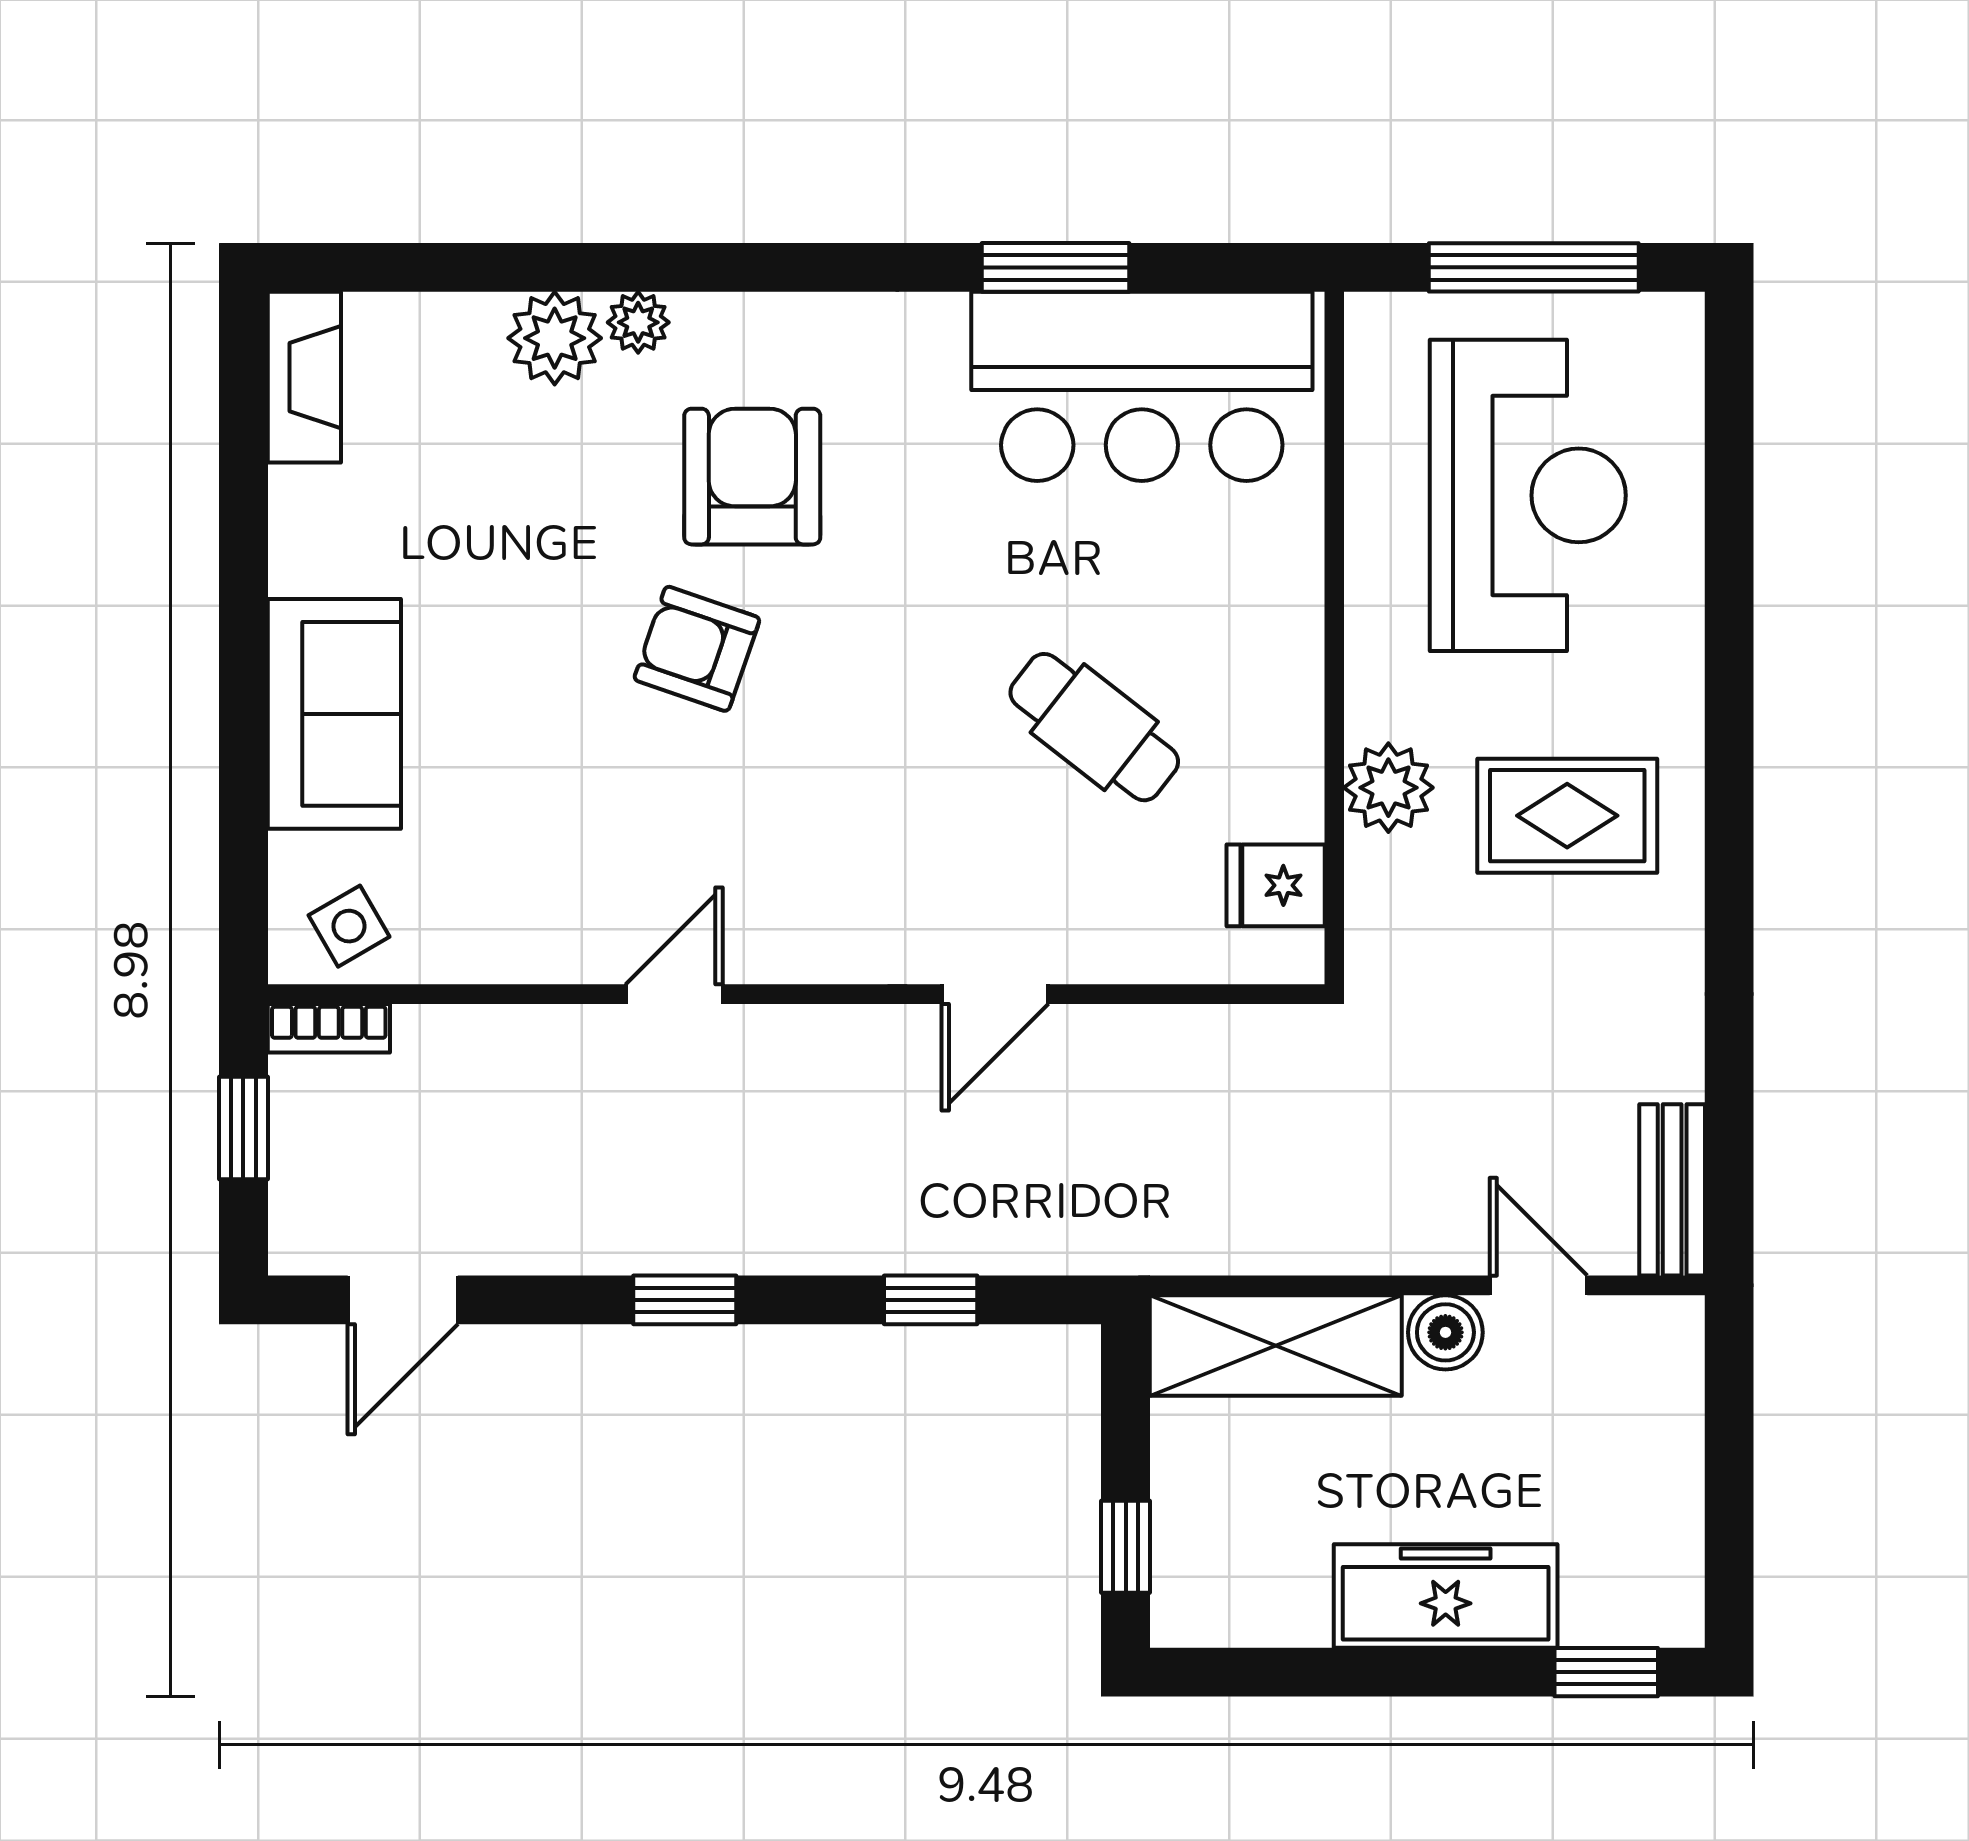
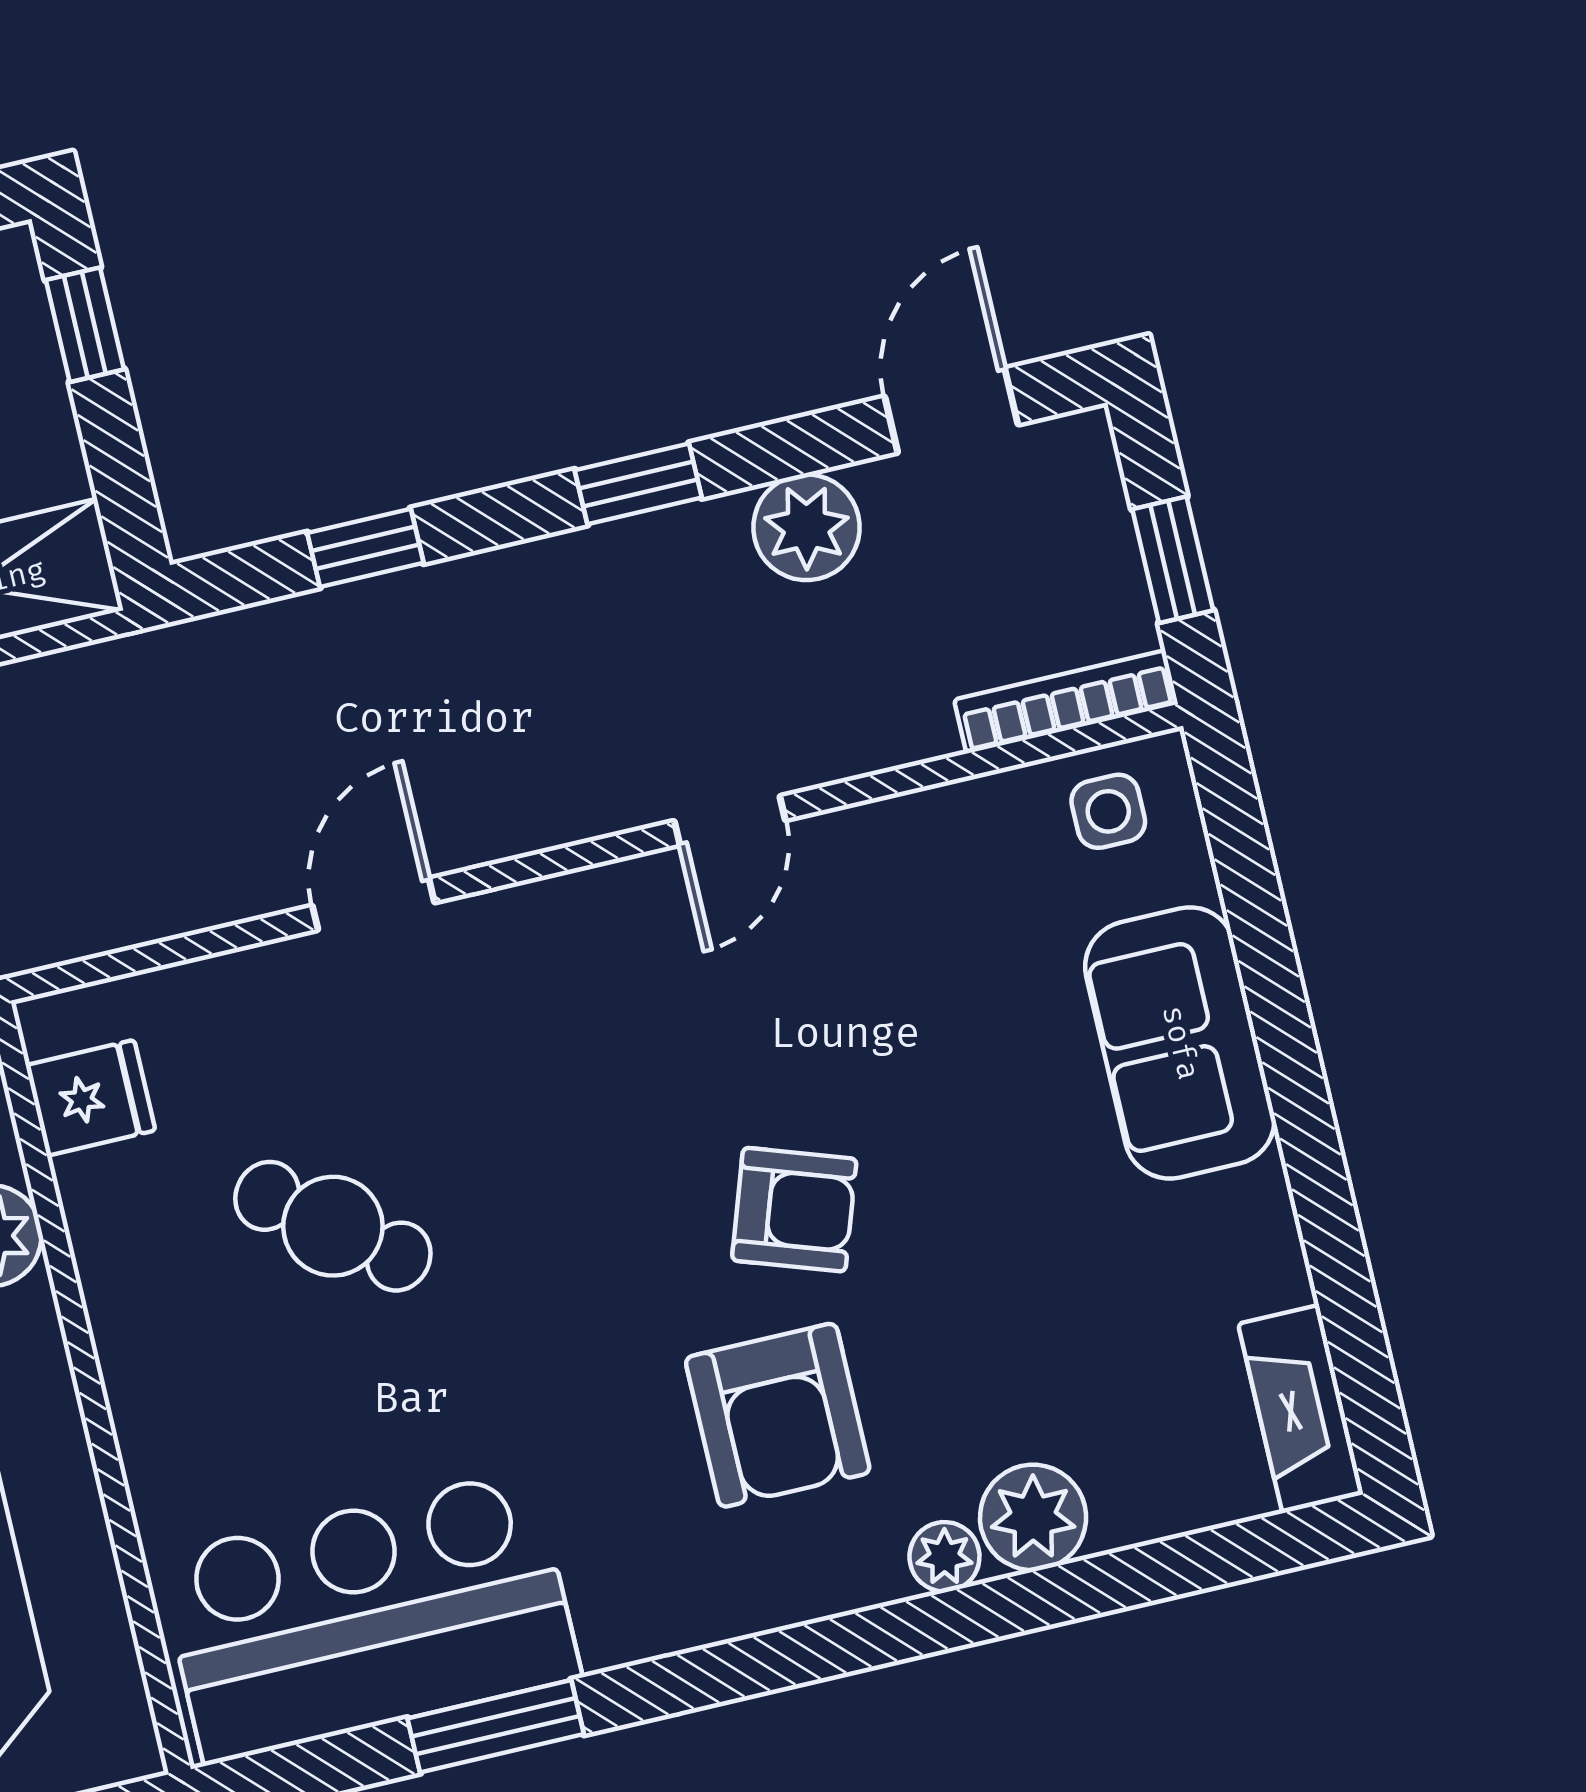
side table: (349, 926) -> (1108, 811), turned 30
bookcase: (329, 1028) -> (1066, 702), width x1.56
plant: (550, 1229) -> (807, 527), added

